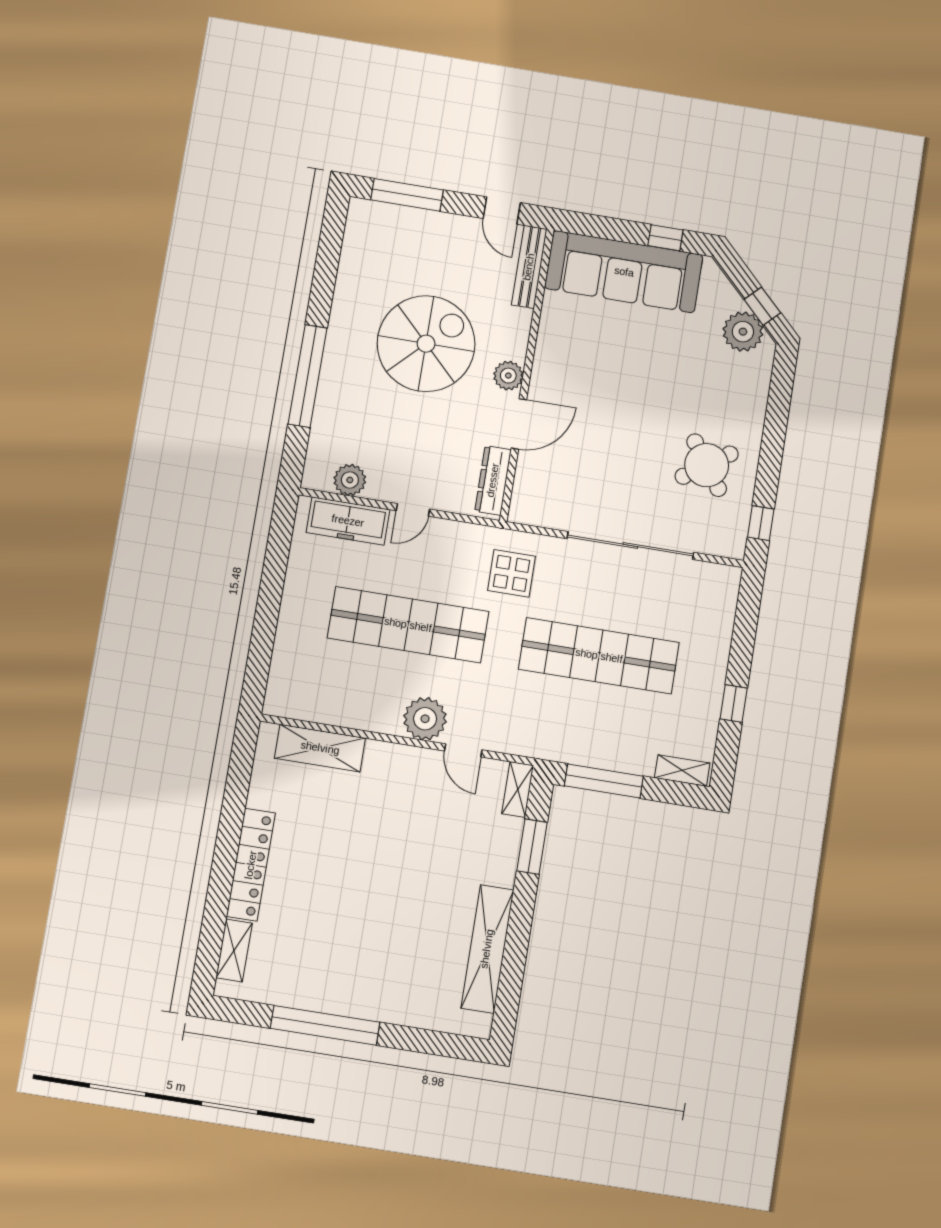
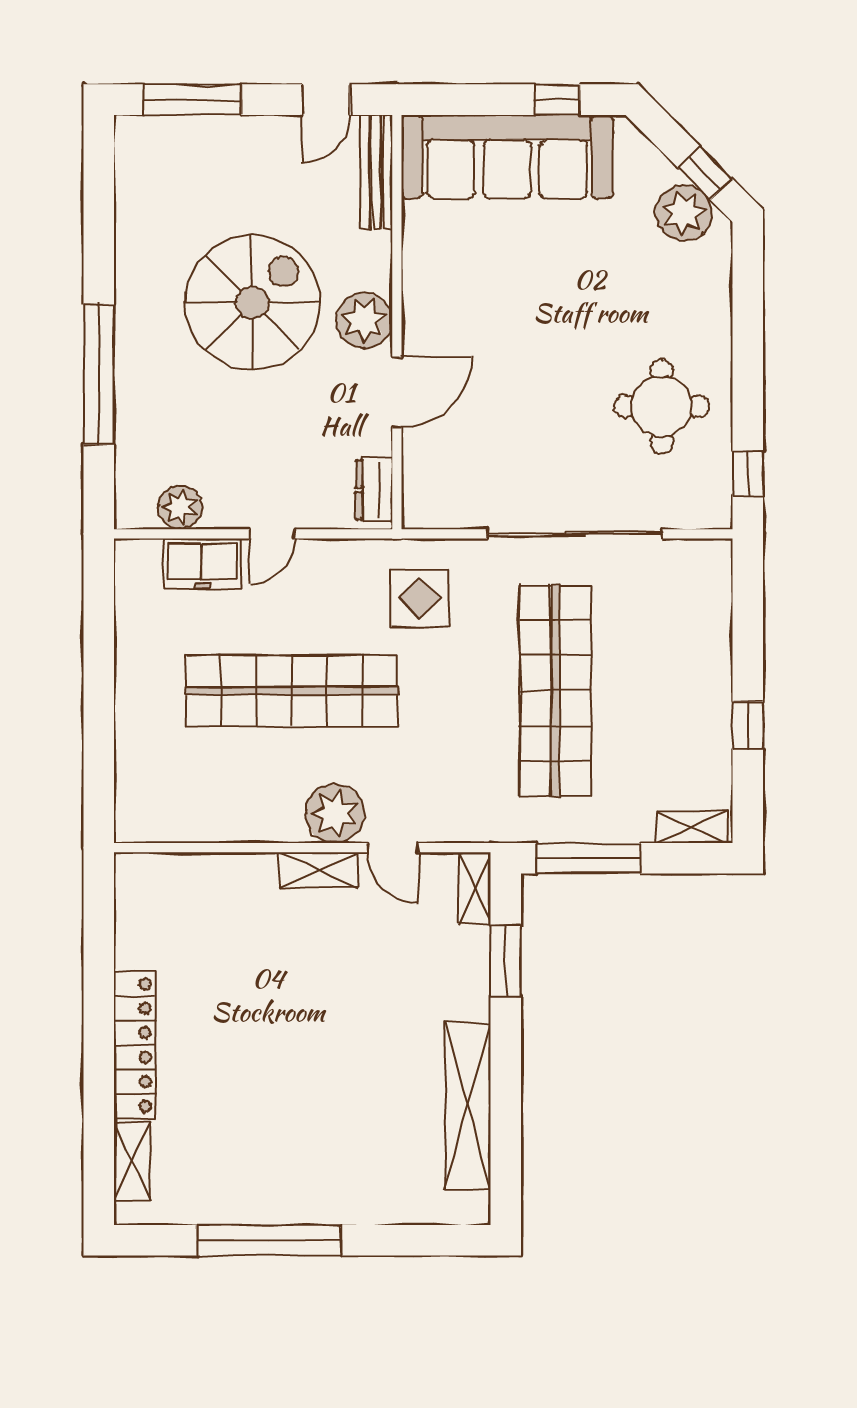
door: (502, 211) -> (326, 100), hinge flipped
plant: (508, 376) -> (364, 320), width x1.36, depth x1.36
round table: (707, 465) -> (662, 406), turned 35
dresser: (493, 480) -> (374, 490), width x0.70
freezer: (348, 521) -> (202, 563), width x0.71
shop shelf: (599, 656) -> (555, 691), turned 90
shelving: (320, 748) -> (318, 870), moved, width x0.67, depth x0.75

